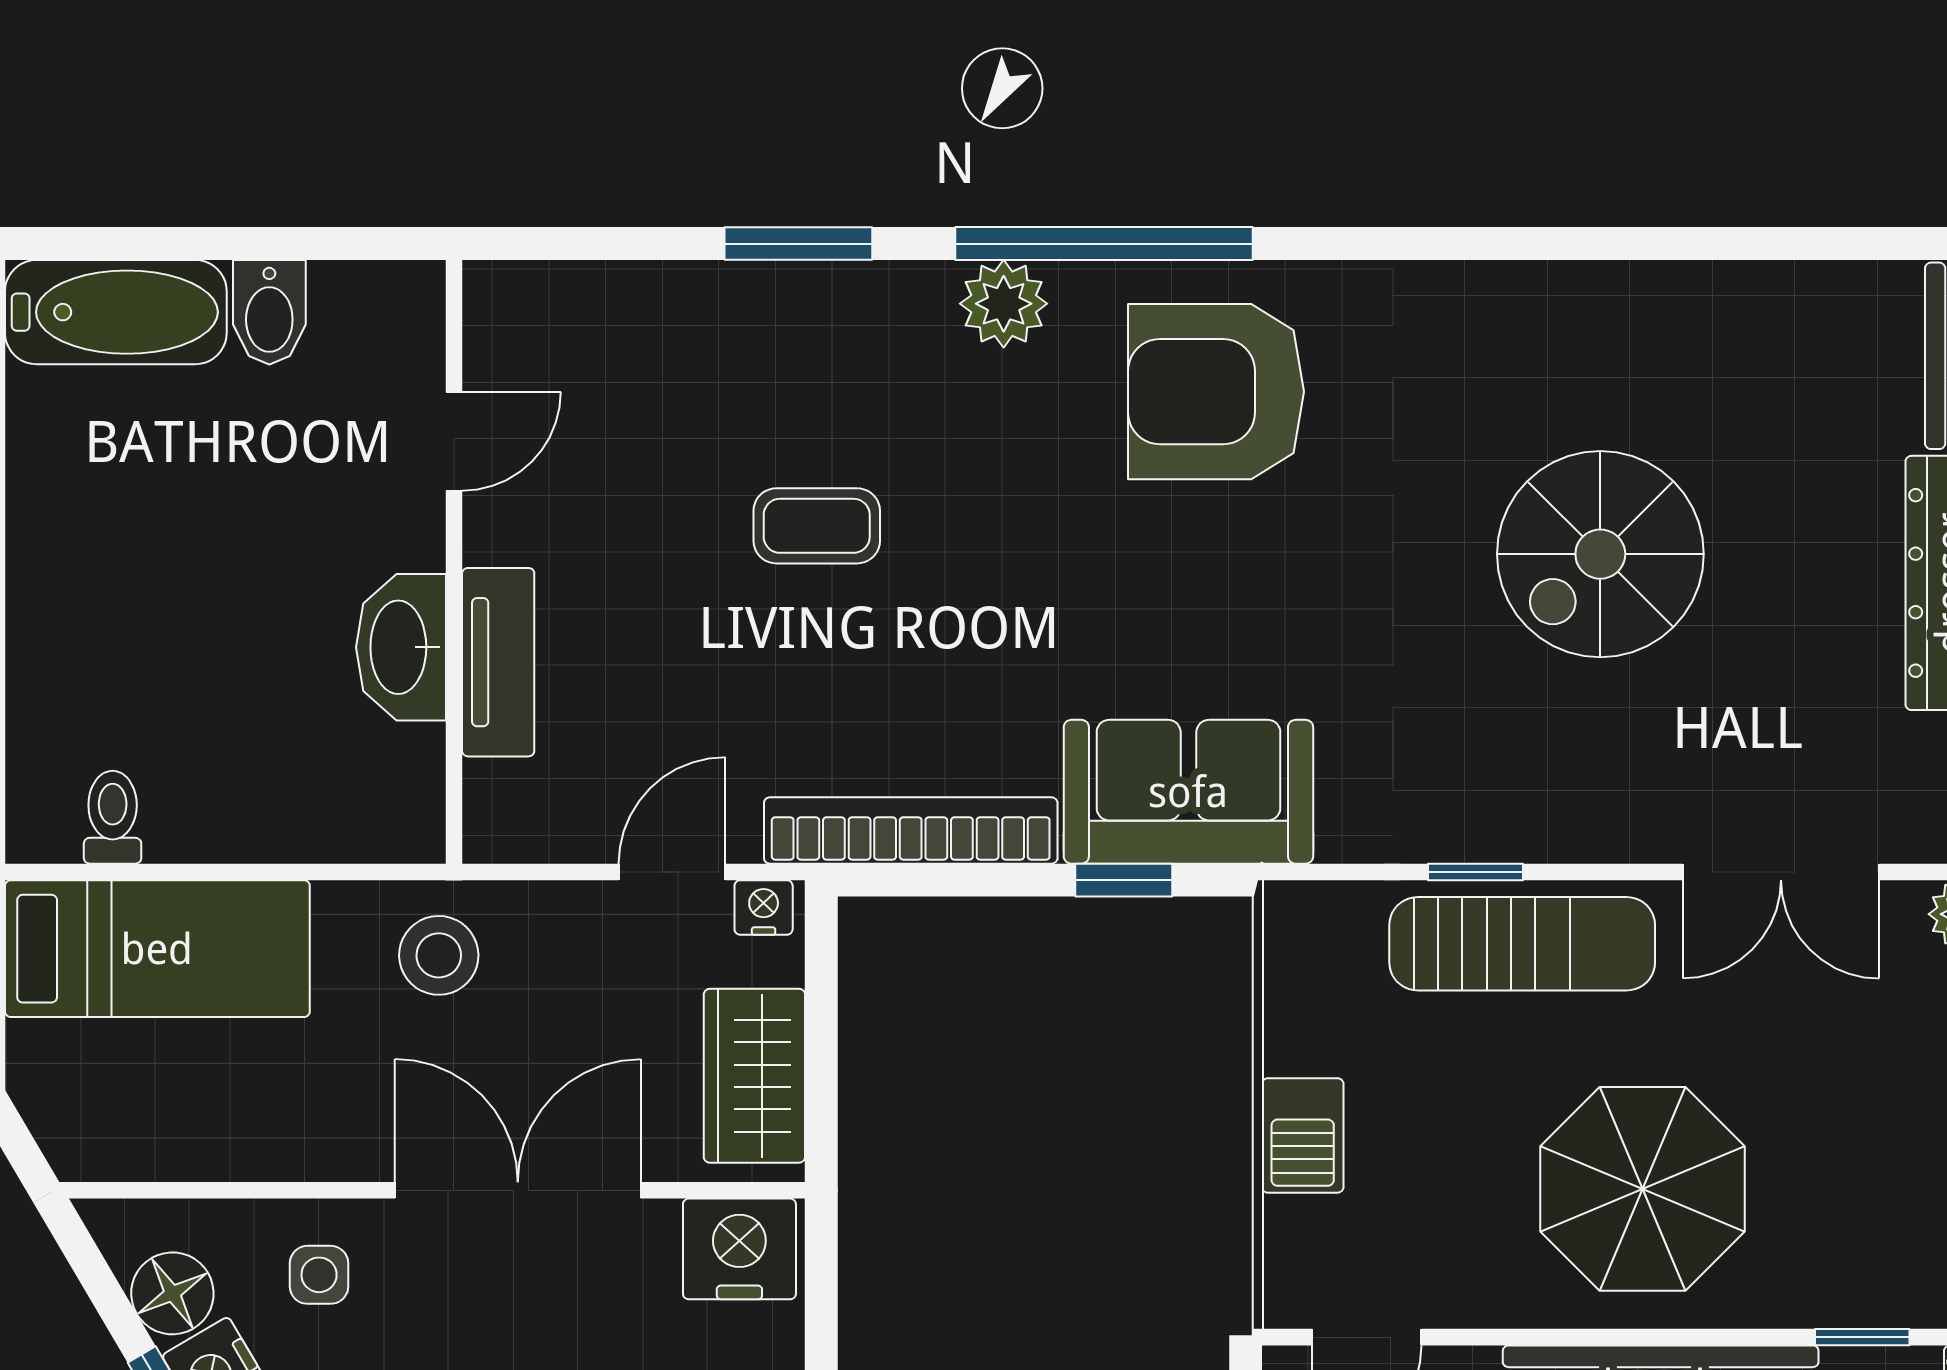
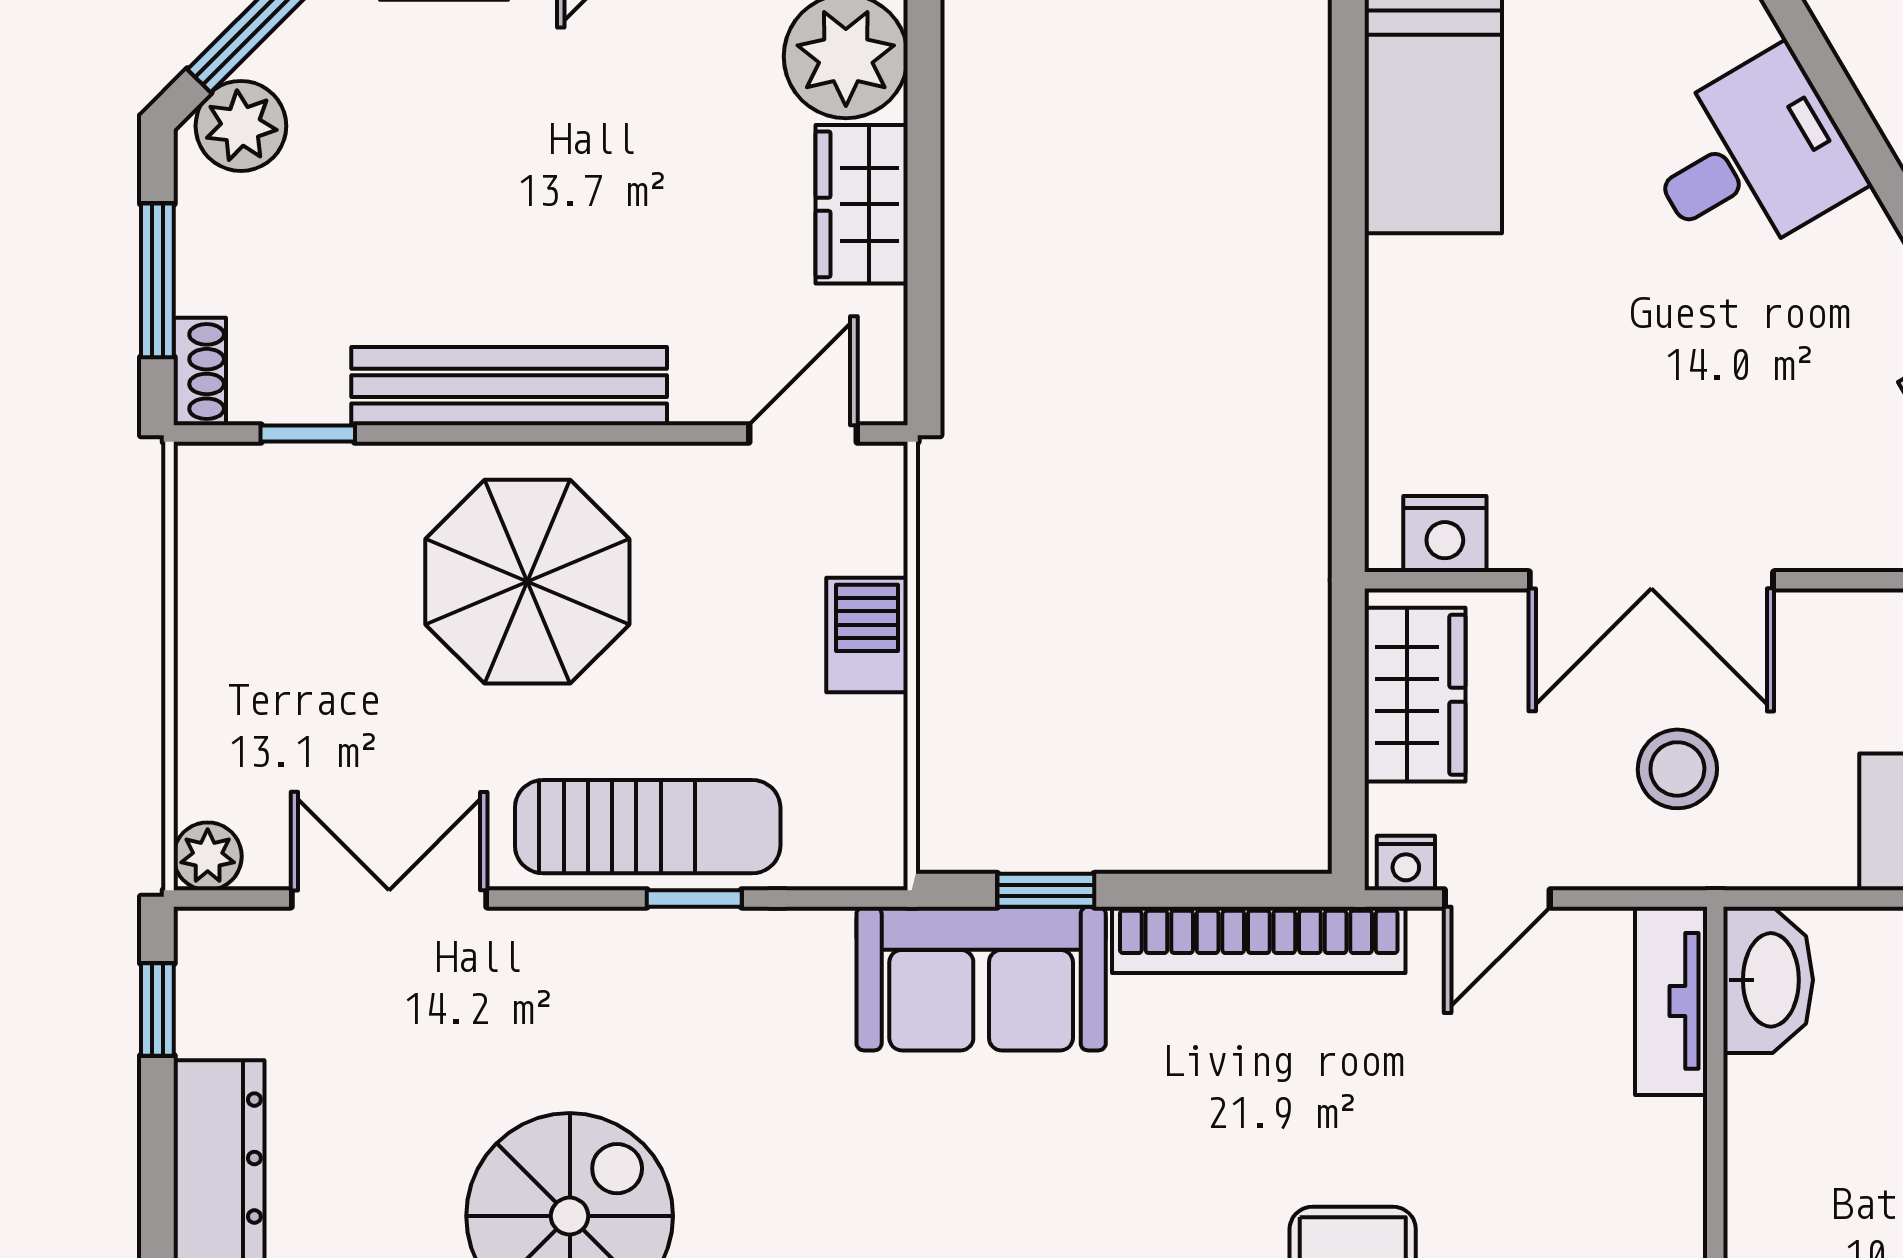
washbasin: (401, 647) -> (1768, 980), moved
tv unit: (498, 662) -> (1671, 1001), moved
sun lounger: (1522, 944) -> (648, 827), turned 180
stool: (439, 955) -> (1677, 769), moved
nightstand: (739, 1249) -> (1445, 534), width x0.74, depth x0.75
side table: (319, 1275) -> (1850, 496), removed

